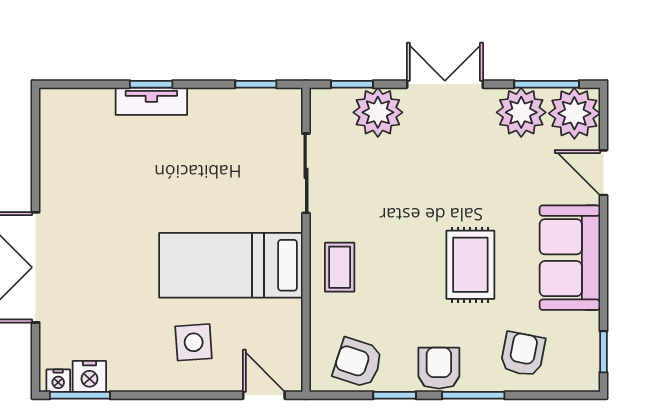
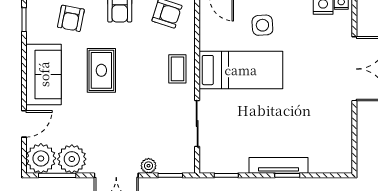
tv unit: (151, 101) -> (278, 165), width x1.41
plant: (378, 112) -> (149, 166), width x0.53, depth x0.53
door: (603, 173) -> (24, 124), hinge flipped

